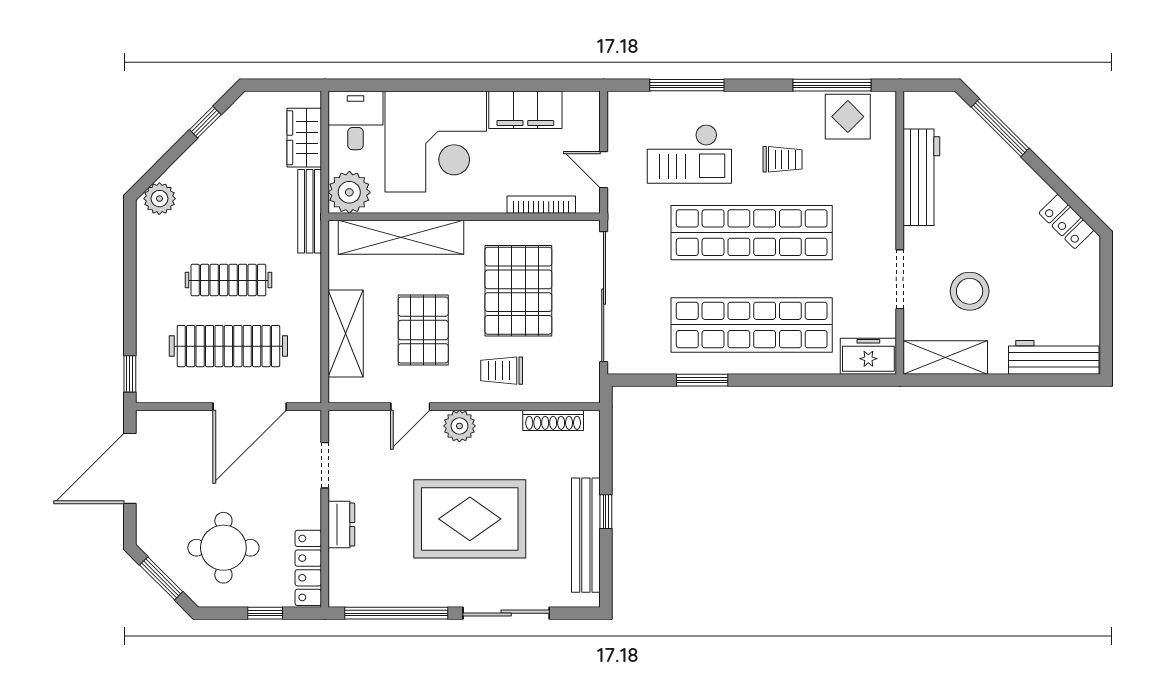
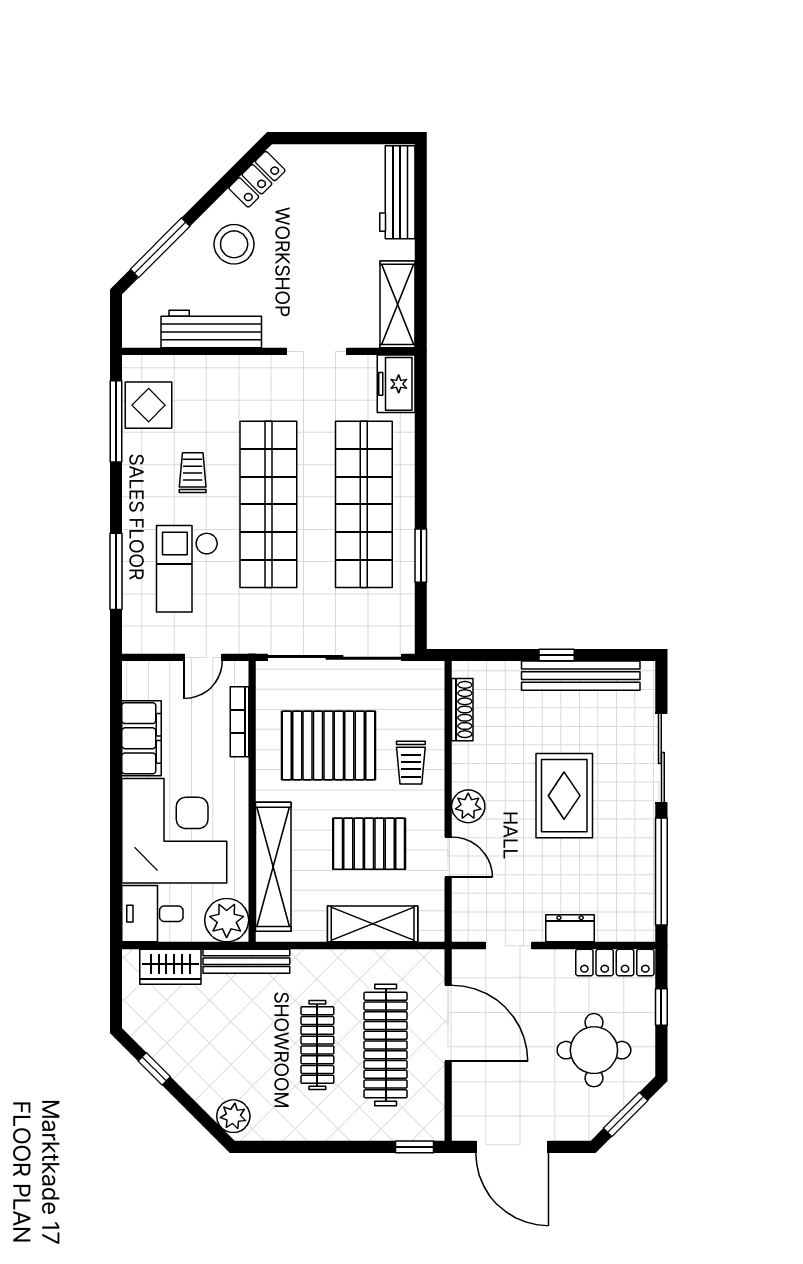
checkout: (689, 154) -> (187, 569), turned 180
stool: (970, 291) -> (234, 244), moved
rug: (470, 519) -> (564, 796), width x0.73, depth x0.69

